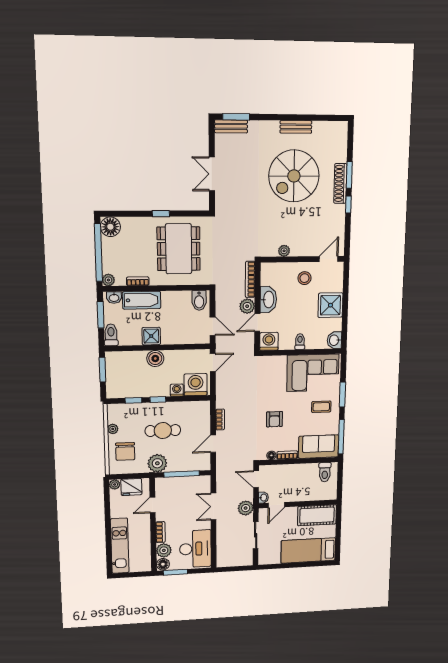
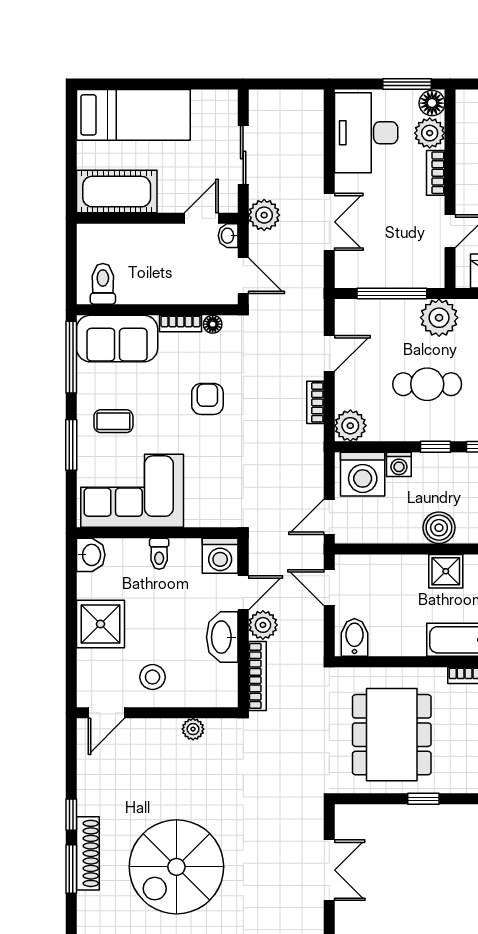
spiral stairs: (294, 176) -> (176, 867), turned 180
plant: (202, 409) -> (350, 426), added

